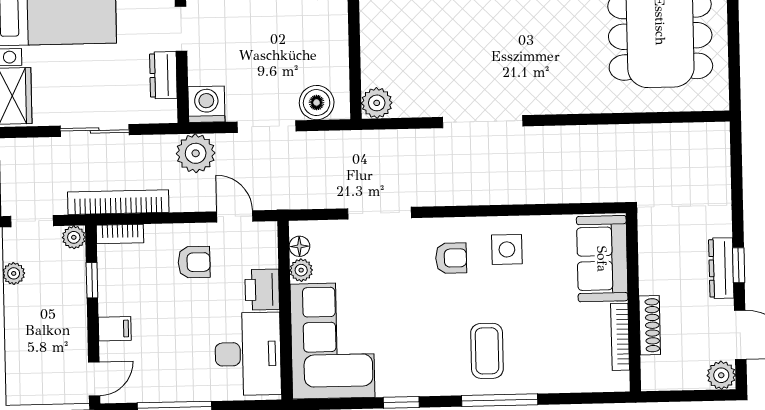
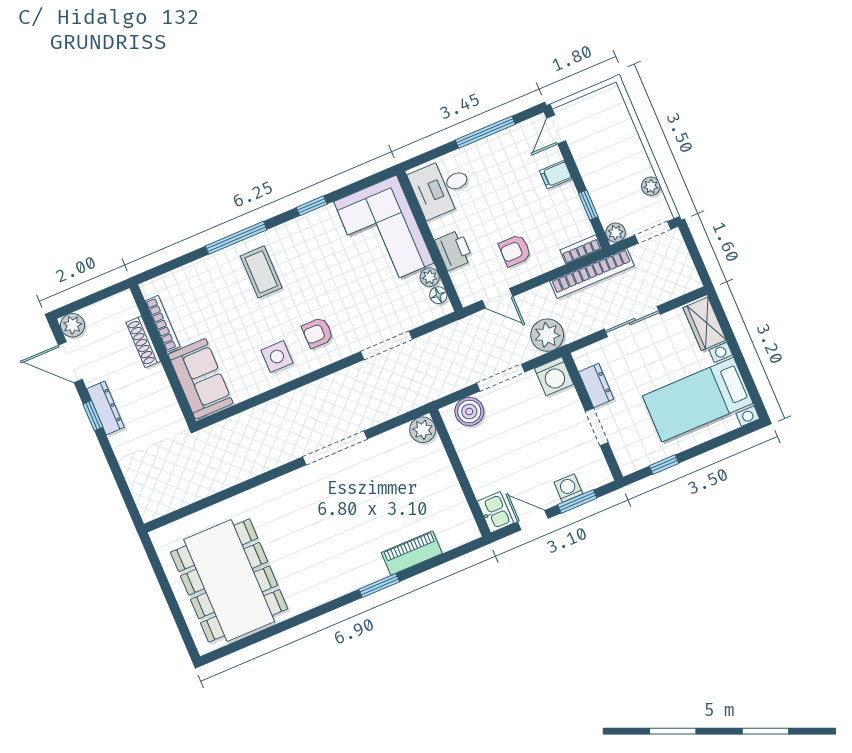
desk: (248, 354) -> (441, 187), width x0.73

